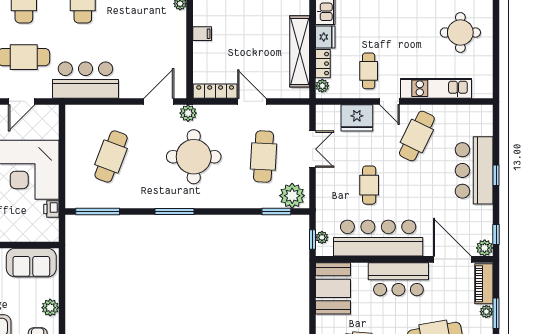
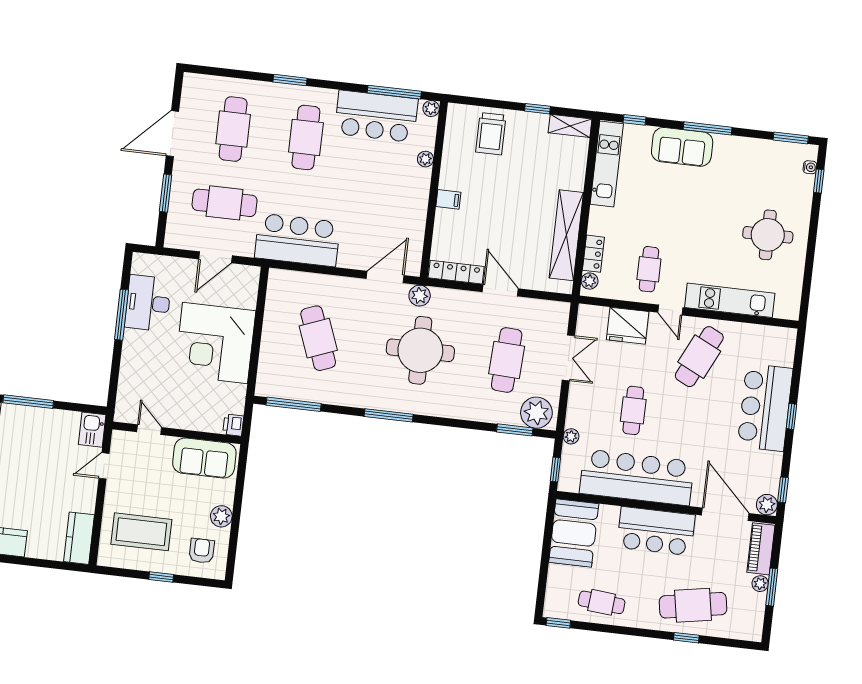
fridge: (325, 37) -> (600, 221), removed
cafe table: (111, 156) -> (318, 338), turned -42
printer: (51, 209) -> (233, 425), moved
plant: (322, 237) -> (571, 436), moved

